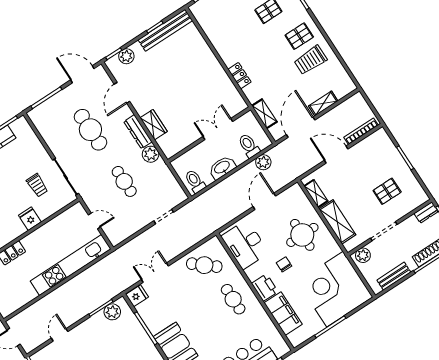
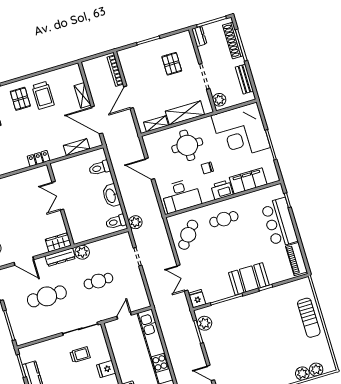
double door: (218, 129) -> (58, 196), moved
wall: (209, 135) -> (60, 204), moved
plant: (263, 162) -> (135, 222), moved

